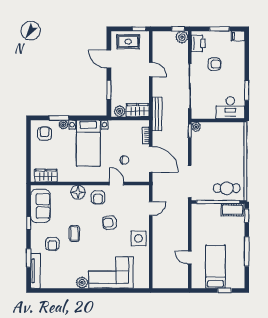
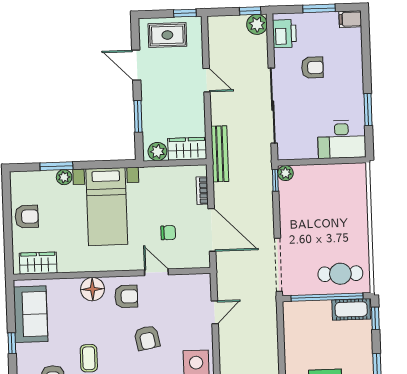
armchair: (45, 134) -> (27, 217), moved, turned 90
armchair: (98, 197) -> (126, 296), turned -90
armchair: (110, 223) -> (147, 338), turned -96

